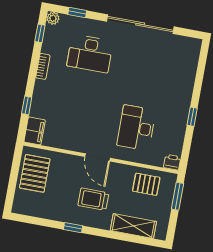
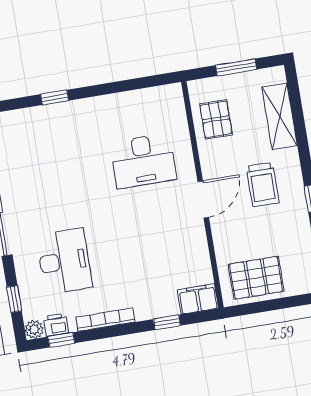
bookcase: (43, 66) -> (105, 320), width x1.56
window: (192, 117) -> (55, 97), moved
printer: (172, 162) -> (56, 325), moved, turned 90
window: (177, 196) -> (236, 67), moved

